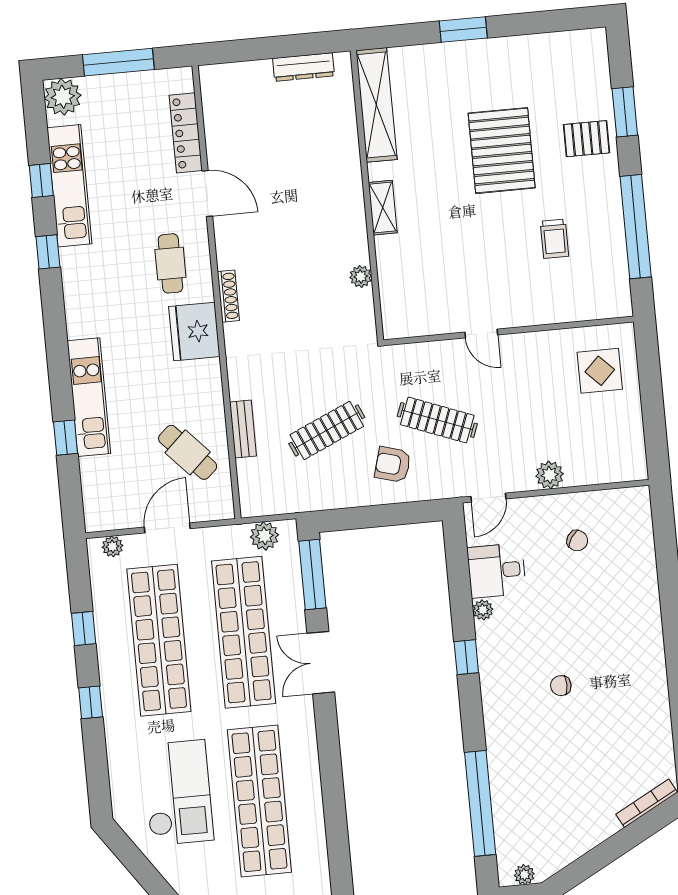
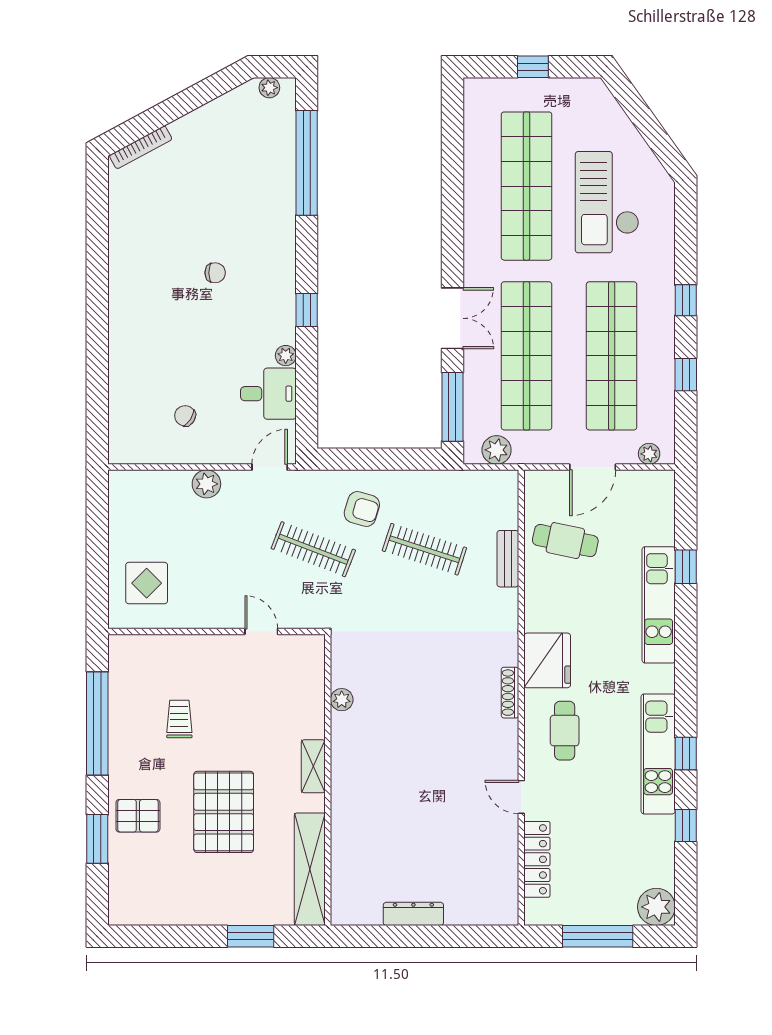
shelving: (376, 105) -> (310, 869), moved
kitchen unit: (69, 186) -> (658, 754), moved
door: (207, 193) -> (521, 797), width x0.73
wall: (367, 195) -> (328, 780), moved
shelving: (383, 208) -> (313, 766), moved
plant: (361, 276) -> (342, 700), moved
clothes rail: (327, 430) -> (424, 549), turned 42
cafe table: (188, 452) -> (565, 541), turned -35

